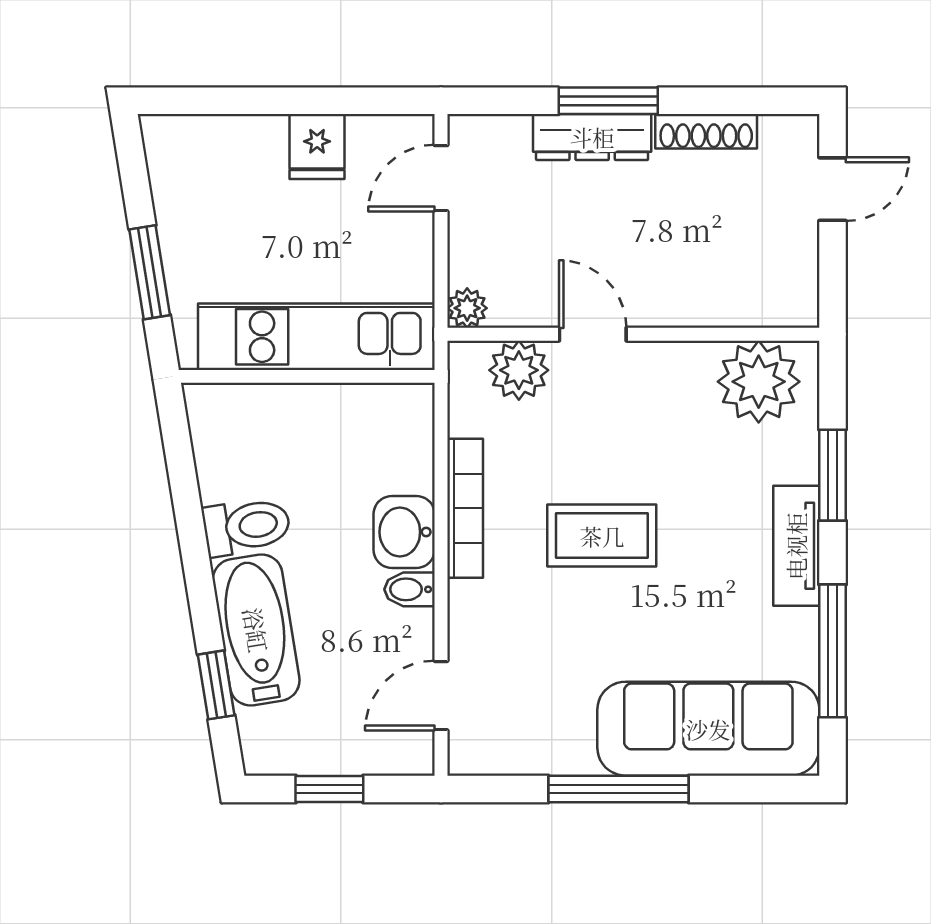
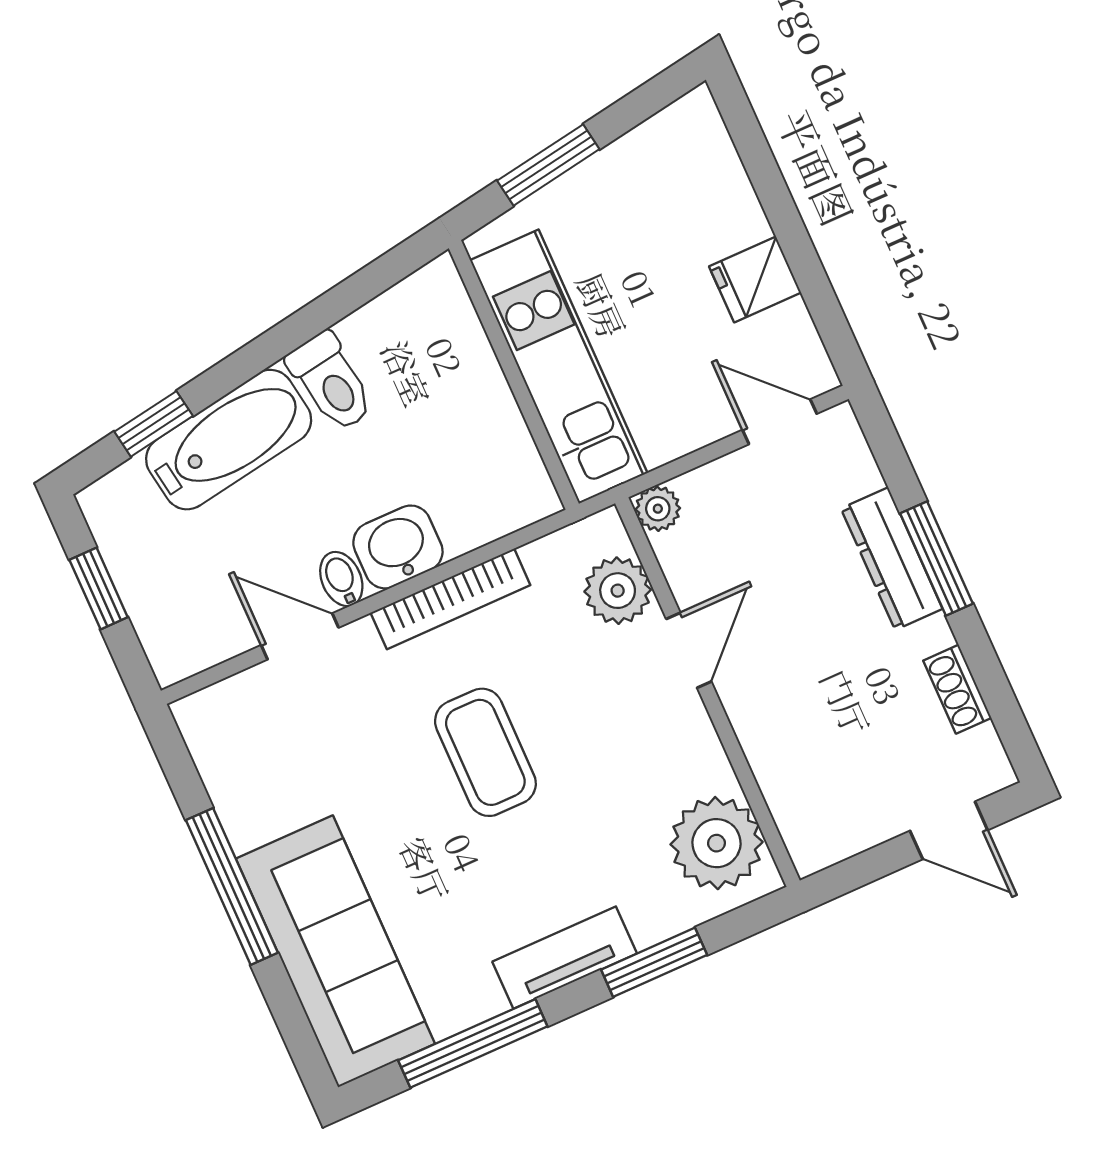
shoe rack: (706, 131) -> (957, 689), width x0.70
door: (441, 696) -> (300, 636), moved

